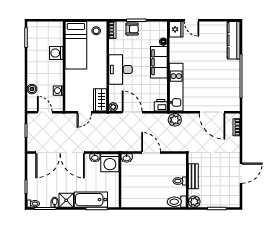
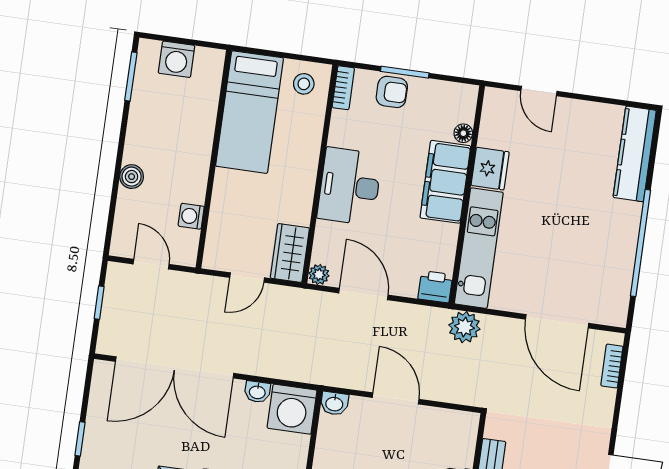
fridge: (176, 29) -> (490, 169), moved
washing machine: (56, 53) -> (176, 59), moved, turned -90
boiler: (32, 89) -> (132, 177), moved

